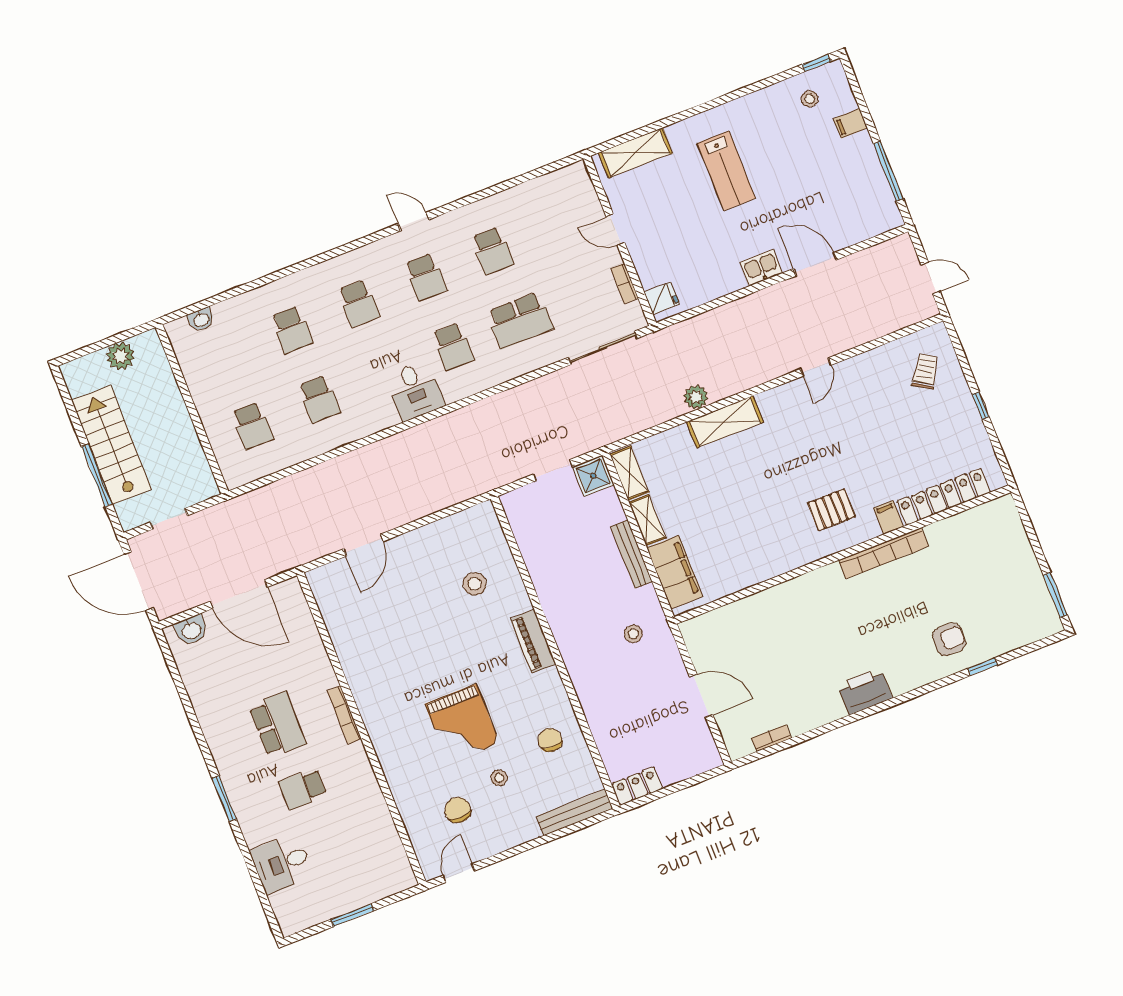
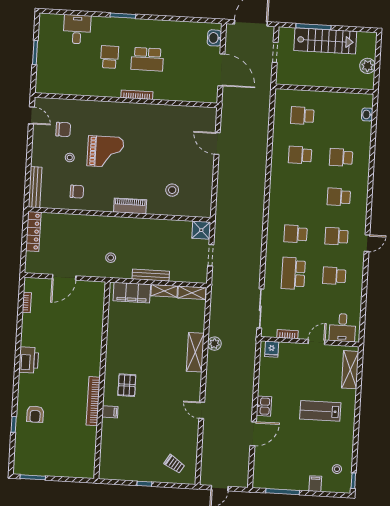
desk: (415, 391) -> (342, 328), moved, turned -90
shower: (593, 476) -> (201, 230), moved
locker: (944, 497) -> (107, 444), removed
door: (239, 594) -> (221, 70), swing flipped
grand piano: (462, 724) -> (105, 152), turned 180
locker: (637, 786) -> (33, 231), width x1.53

